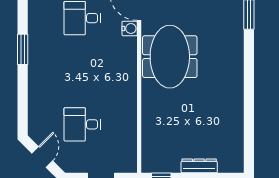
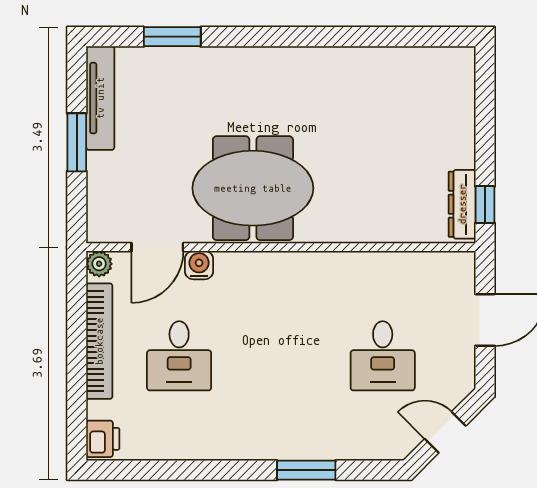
window: (23, 49) -> (306, 470), moved
dresser: (199, 166) -> (462, 204), moved

